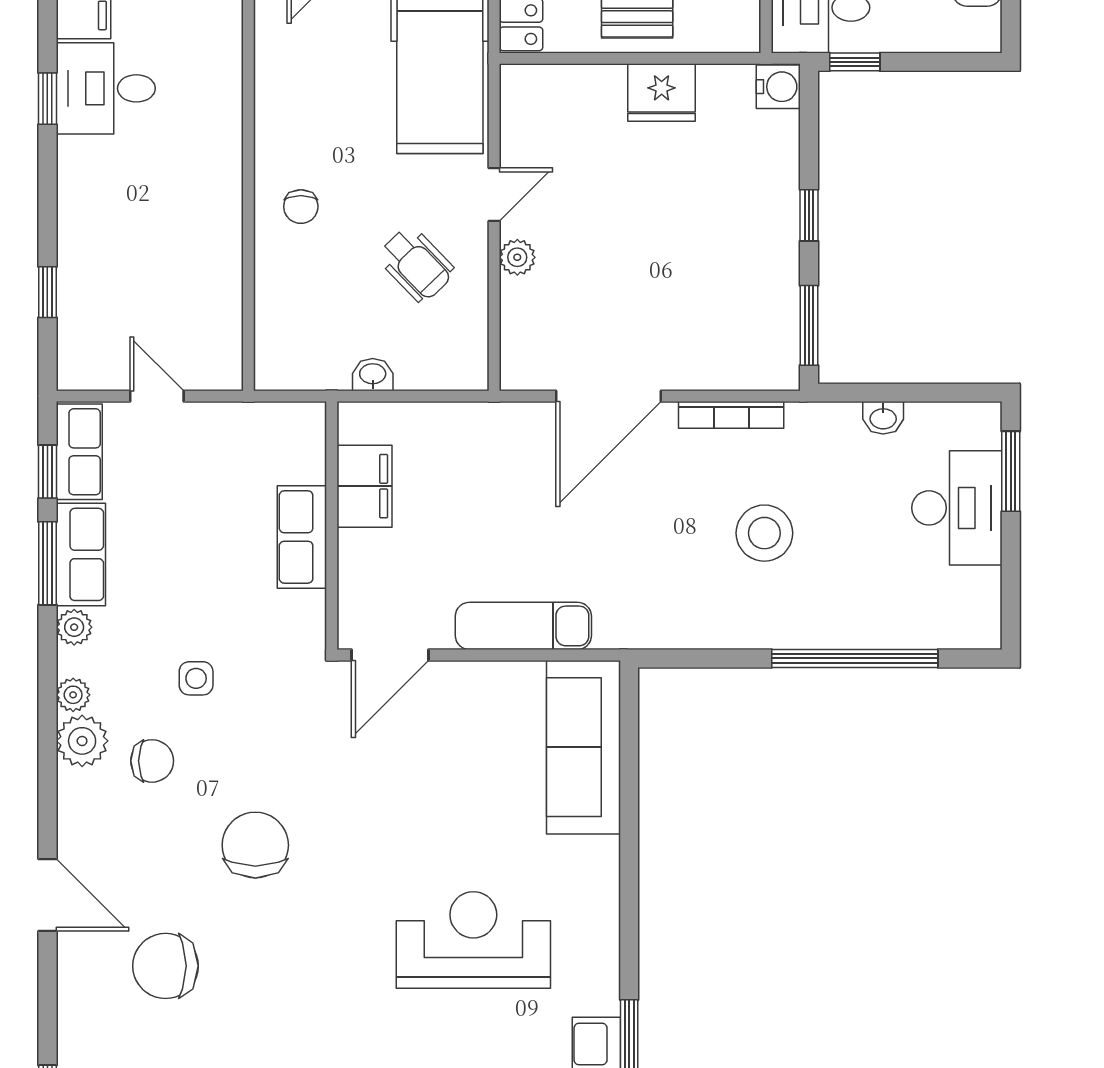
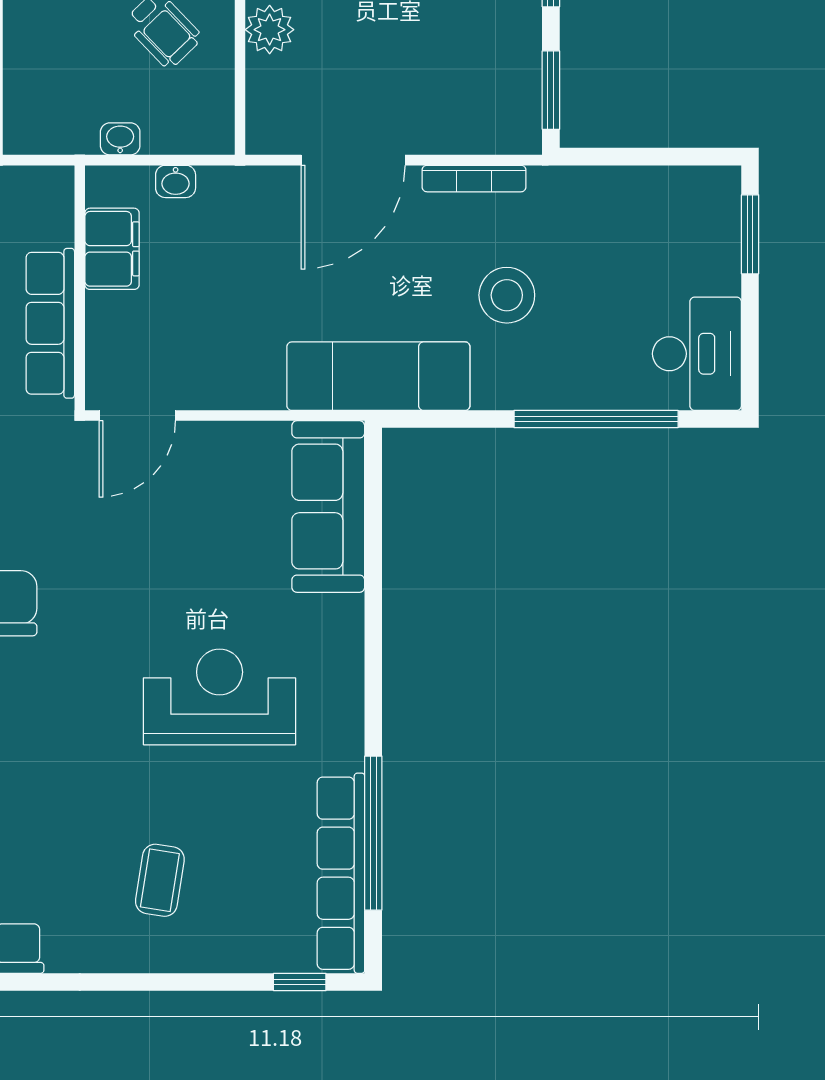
plant: (517, 257) -> (270, 30), width x1.38, depth x1.38
washbasin: (883, 418) -> (176, 181), moved
desk: (957, 508) -> (697, 354), moved
row of seats: (302, 537) -> (50, 323), width x1.48
exam couch: (523, 626) -> (378, 376), moved, width x1.36, depth x1.45

